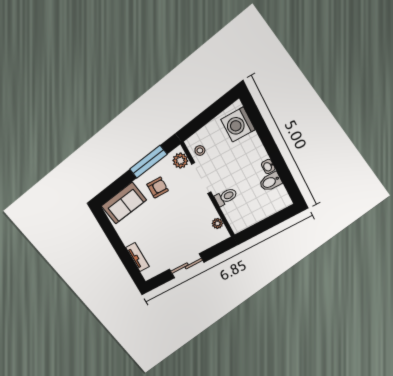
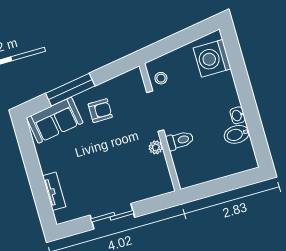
plant: (180, 161) -> (135, 85), removed
window: (148, 162) -> (70, 90), moved
plant: (217, 223) -> (156, 147), moved

